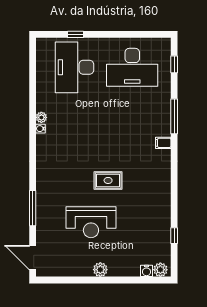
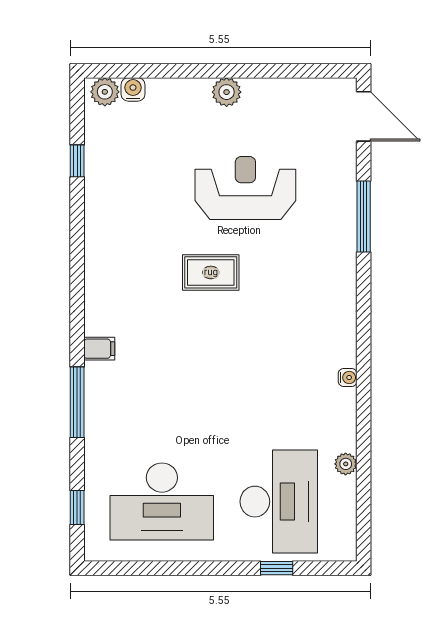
desk: (132, 67) -> (162, 502), turned 180
plant: (41, 117) -> (346, 464), moved

